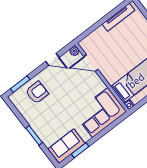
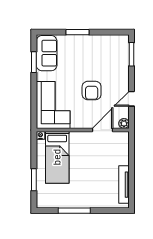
armchair: (37, 92) -> (92, 91), moved

